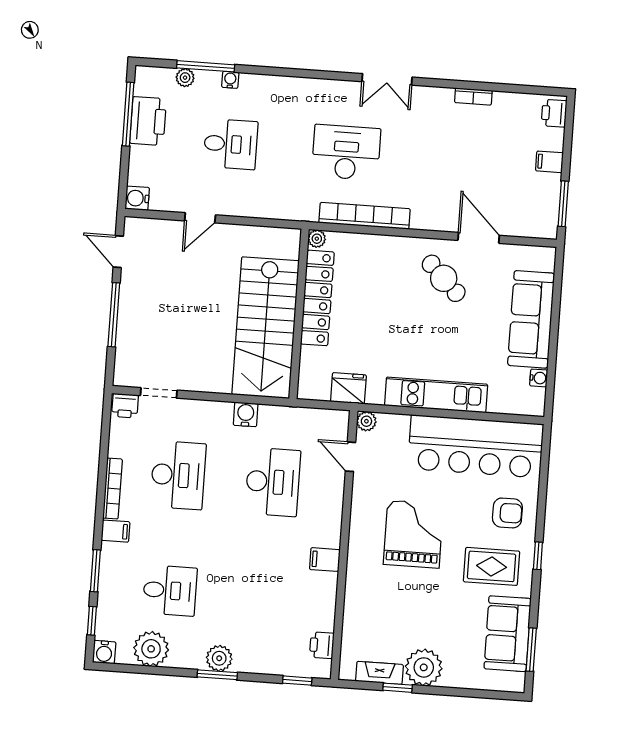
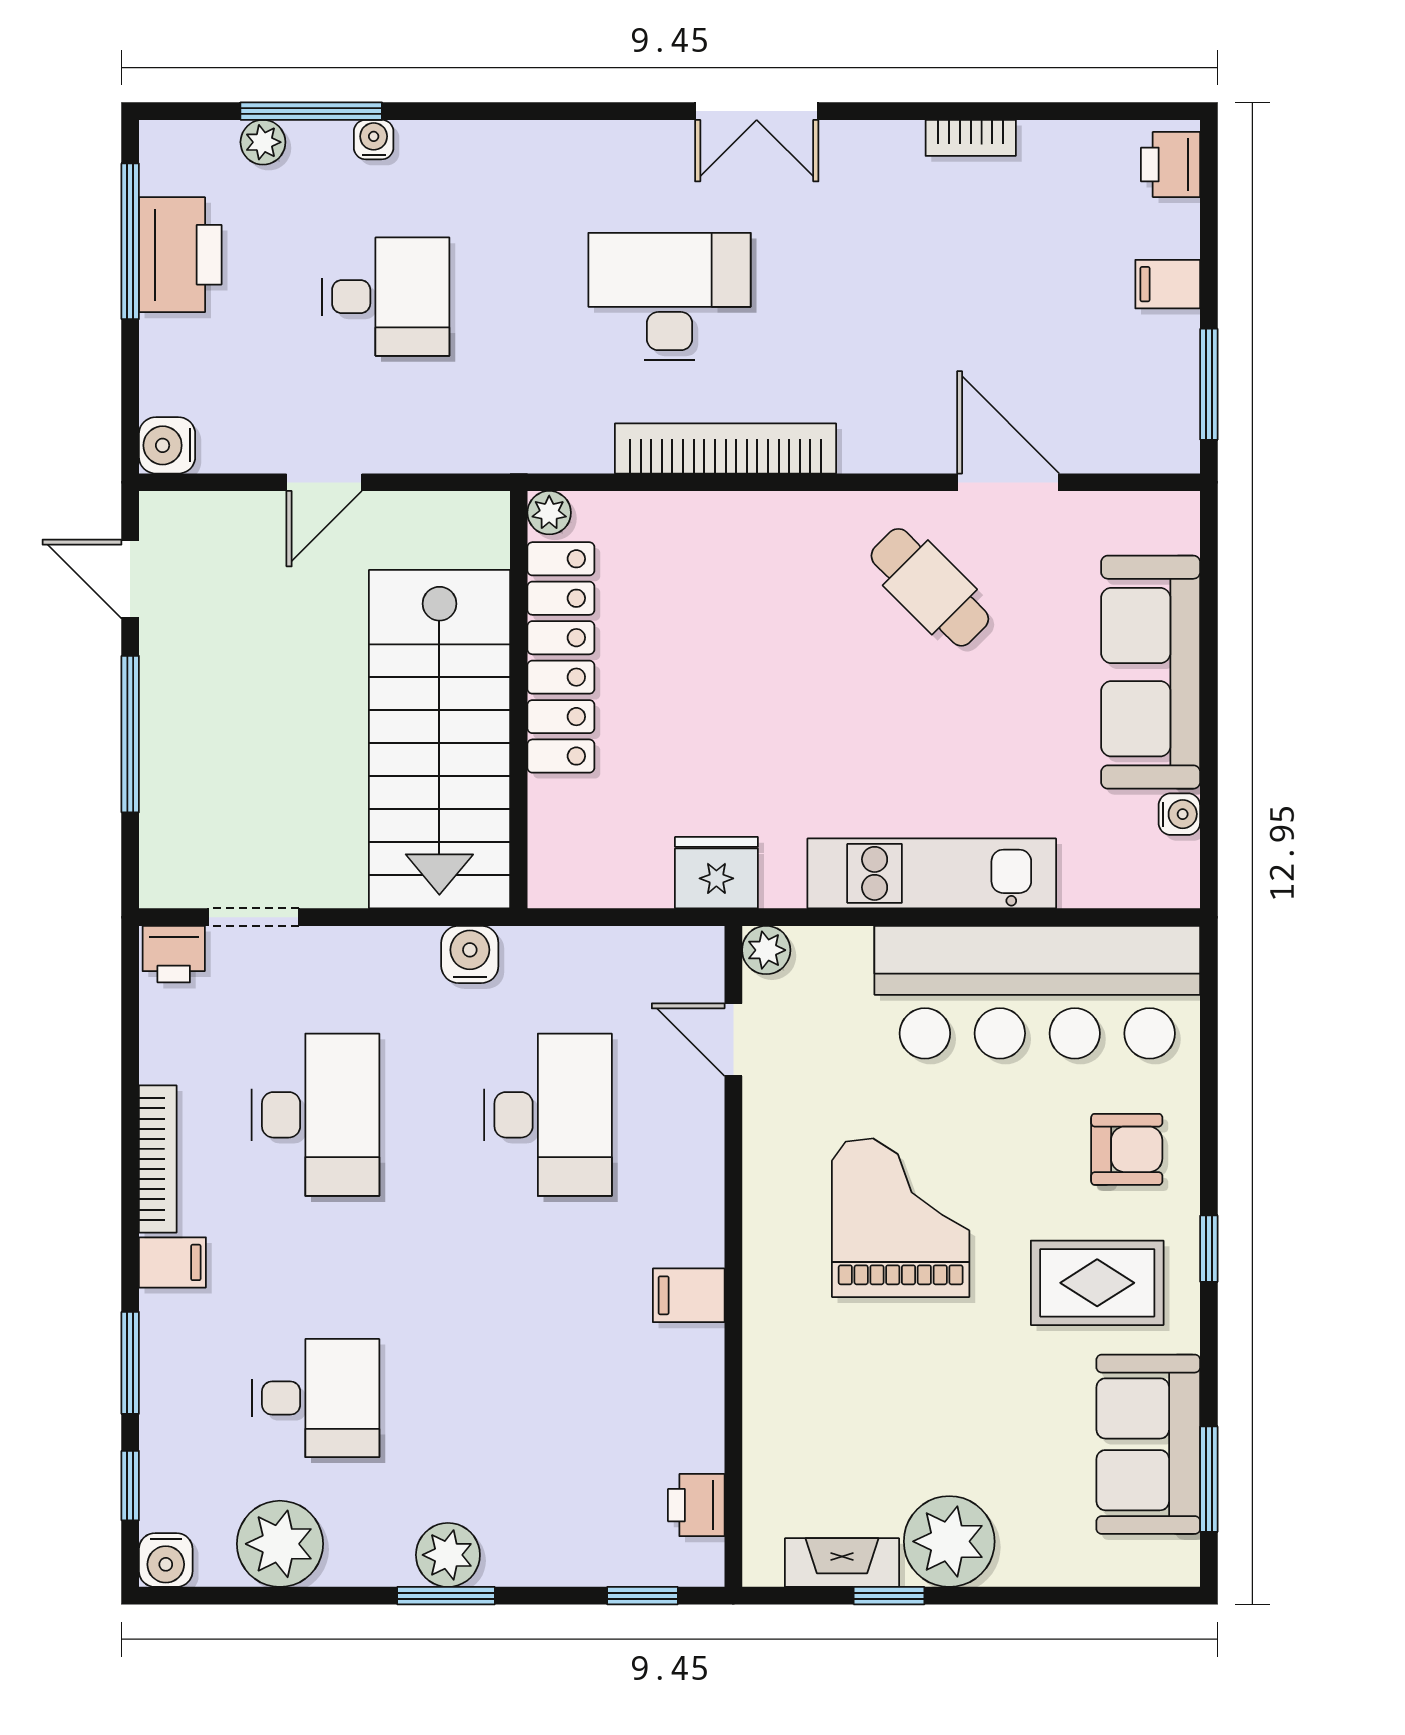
plant: (317, 239) -> (549, 513), moved
locker: (317, 298) -> (561, 657), moved
wall: (299, 314) -> (519, 700), moved
stairs: (266, 328) -> (439, 739), moved

